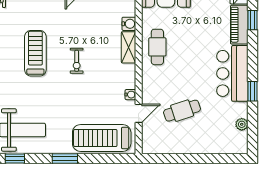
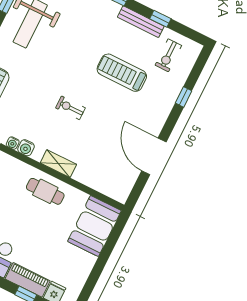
water cooler: (129, 24) -> (26, 148), moved
treadmill: (35, 53) -> (122, 73), moved, turned 180

